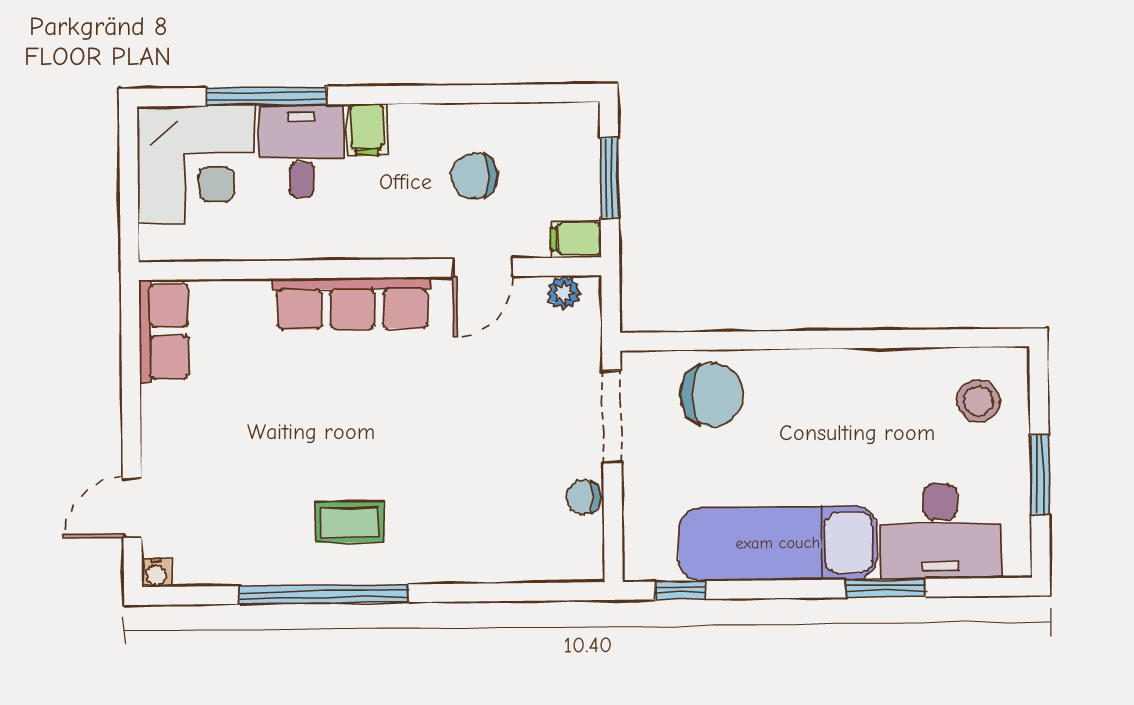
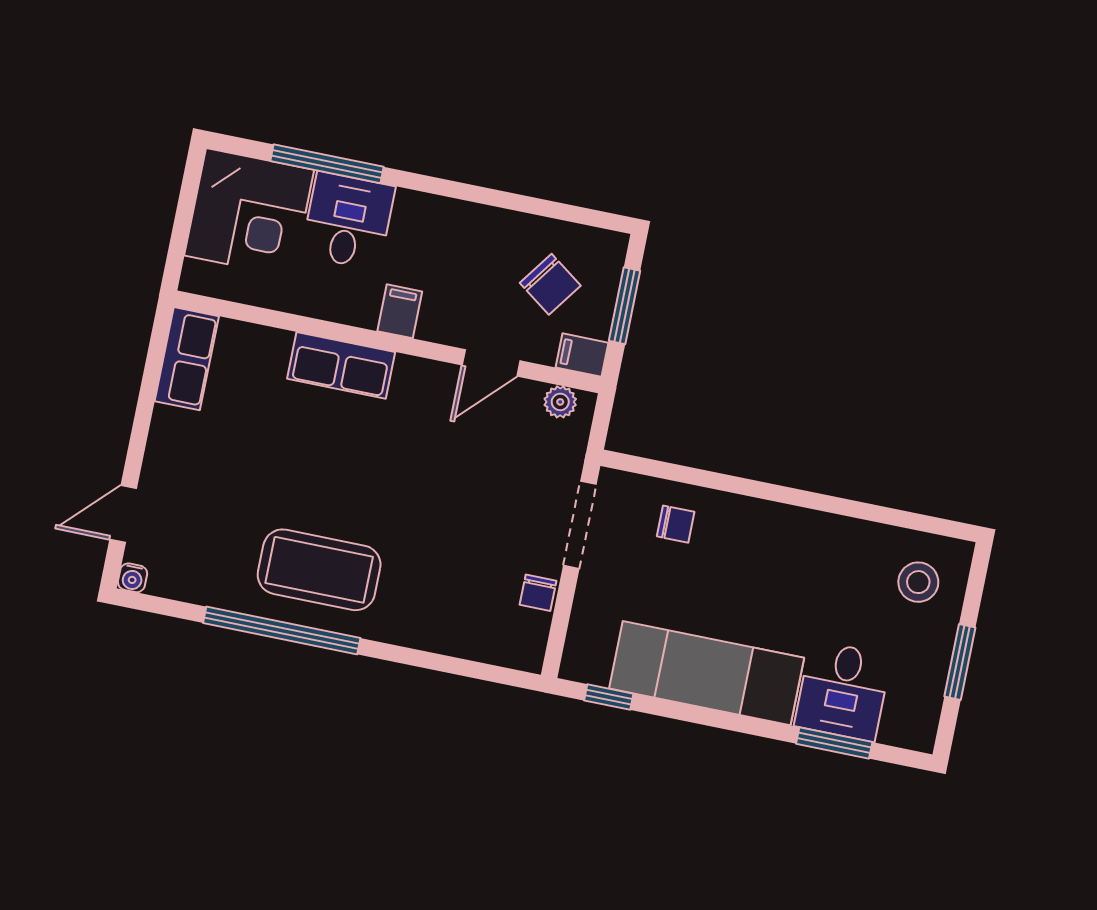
filing cabinet: (367, 130) -> (400, 311), moved, turned 180
chair: (475, 176) -> (550, 284), moved, turned -144
row of seats: (352, 303) -> (341, 365), width x0.68
chair: (712, 395) -> (676, 524), width x0.54, depth x0.54
chair: (583, 497) -> (538, 593), turned -90
coffee table: (349, 522) -> (319, 570), width x1.86, depth x1.72
desk: (940, 531) -> (843, 691), width x0.73
window: (886, 588) -> (834, 743), moved

